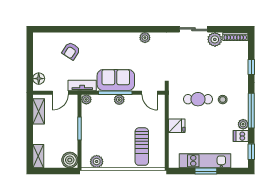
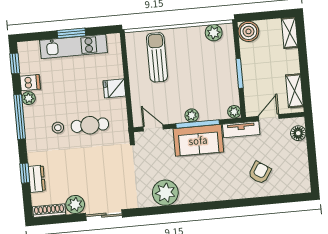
plant: (145, 38) -> (165, 193), width x1.88, depth x1.88
dresser: (242, 62) -> (37, 179), added

